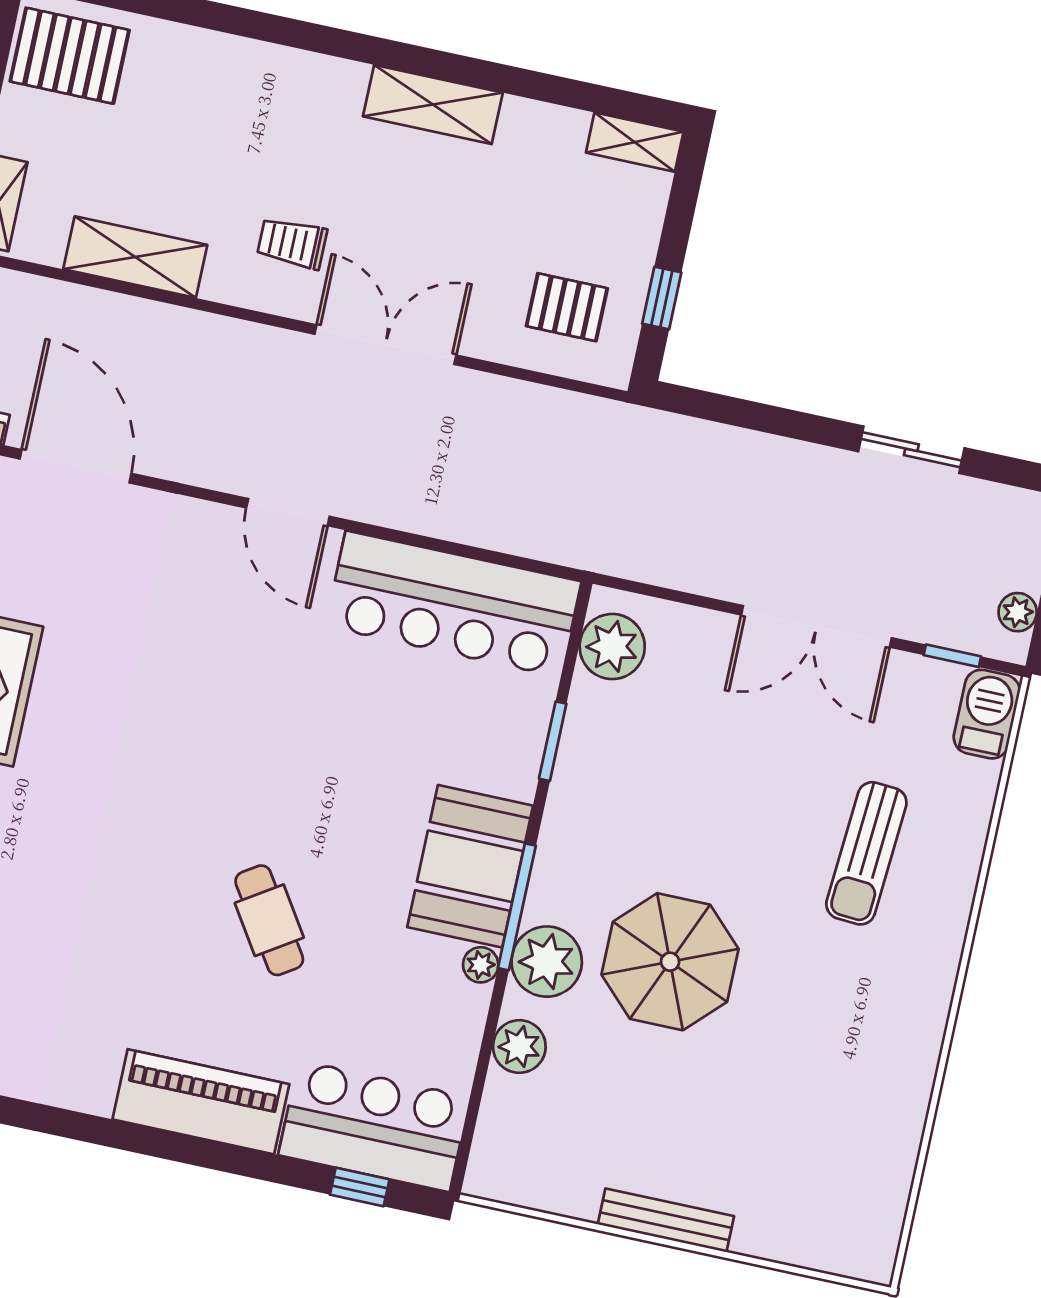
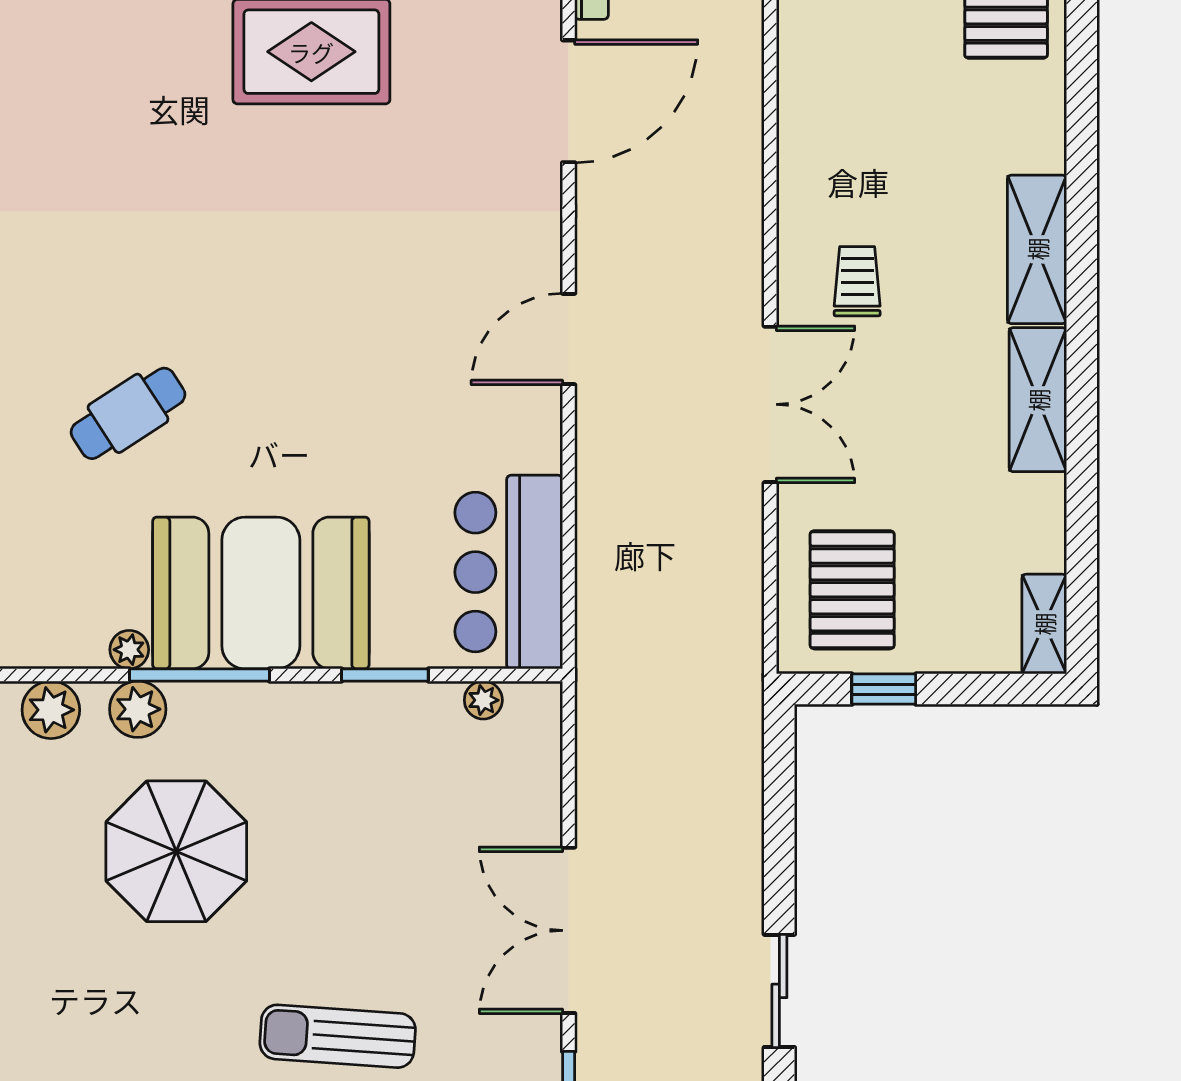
shelving: (135, 257) -> (1037, 249), moved
pallet: (567, 307) -> (852, 590), width x1.50, depth x1.42
bar counter: (453, 604) -> (509, 572), width x0.73
plant: (612, 647) -> (483, 700), width x0.53, depth x0.53
booth: (470, 866) -> (261, 593), width x1.36, depth x1.42
plant: (547, 962) -> (138, 709), width x0.73, depth x0.73

